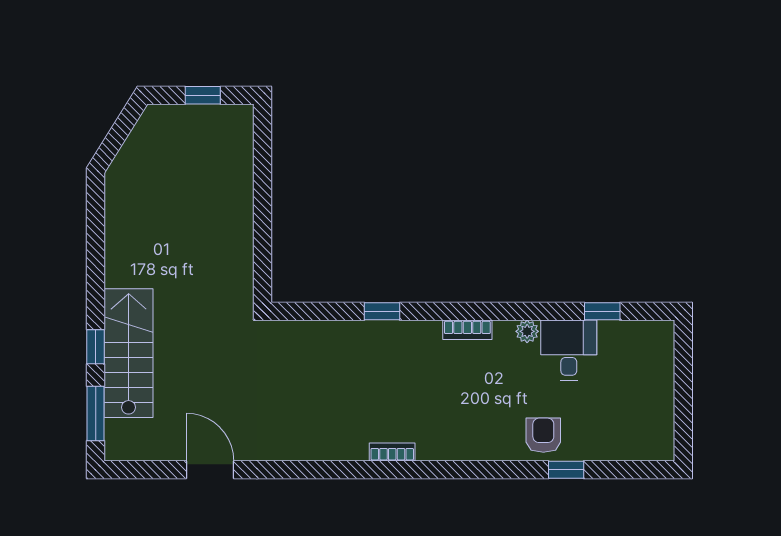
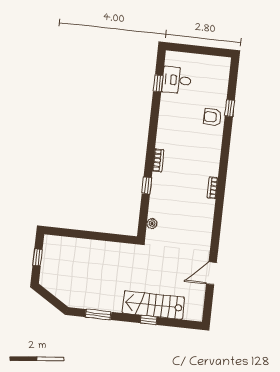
bookcase: (467, 330) -> (158, 160), moved
plant: (527, 331) -> (152, 224), moved
desk: (569, 350) -> (177, 80), moved
window: (96, 413) -> (98, 314), moved

